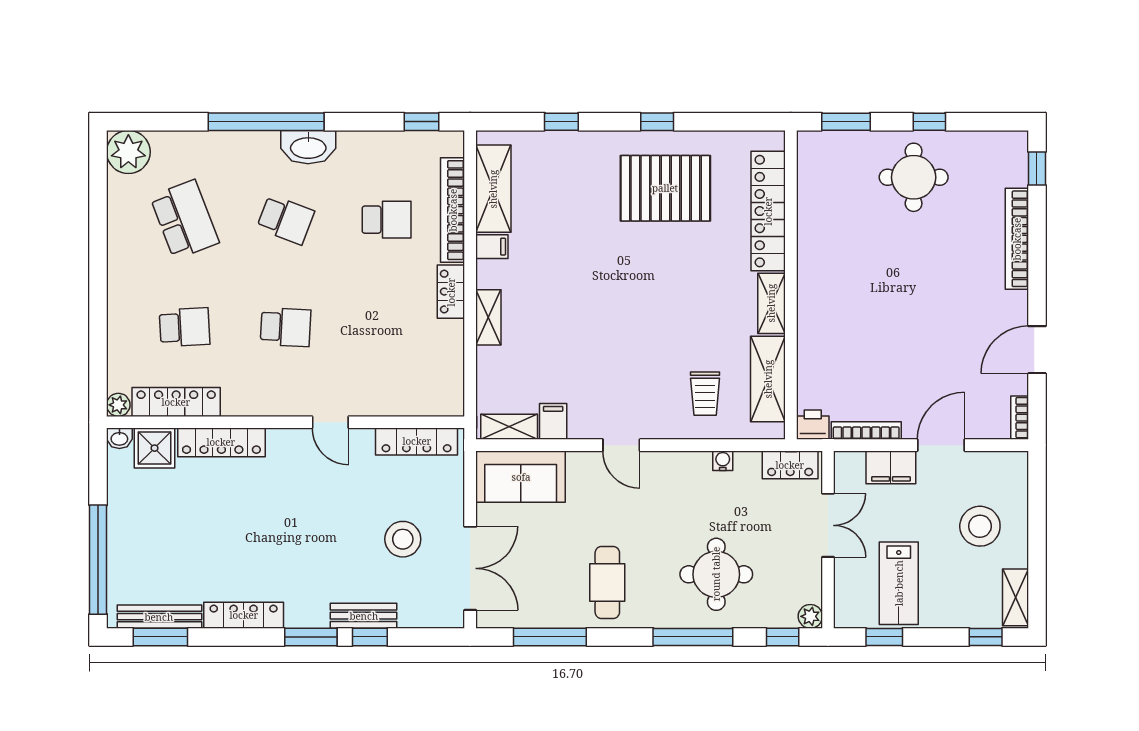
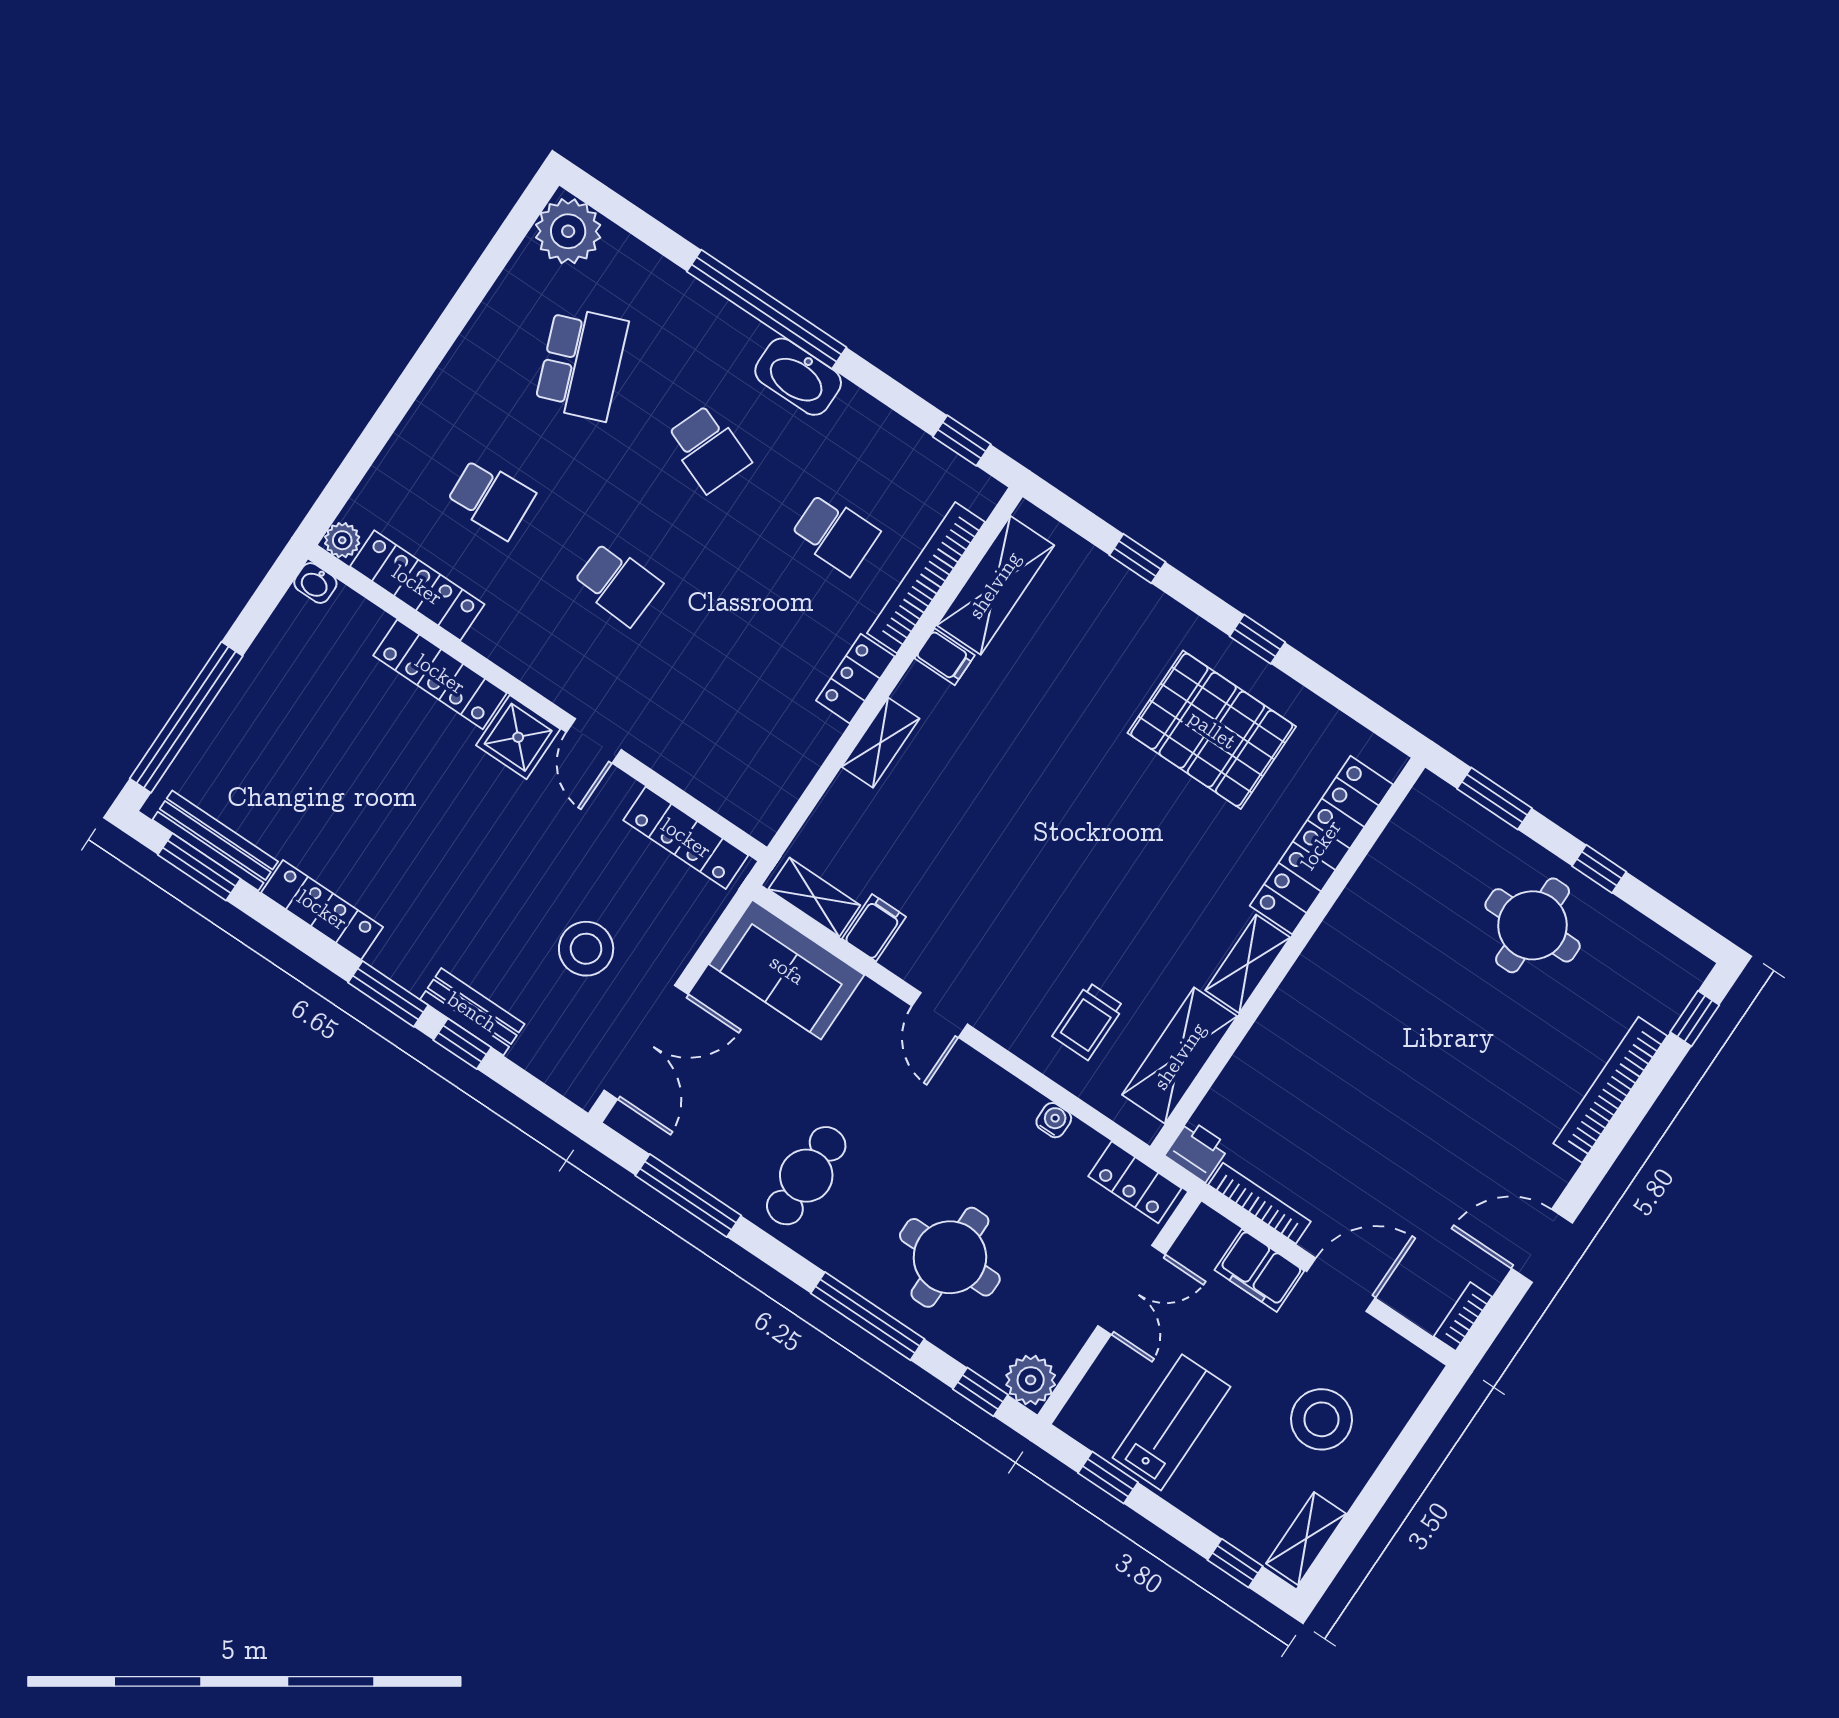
shower: (155, 448) -> (518, 737), moved
lab bench: (899, 583) -> (1171, 1422), turned 180
plant: (810, 616) -> (1031, 1380), width x1.38, depth x1.38

